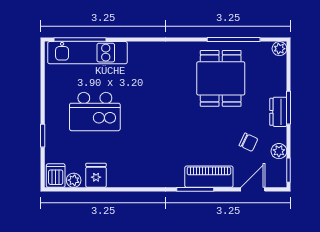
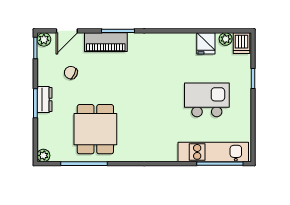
plant: (279, 151) -> (44, 39), moved

